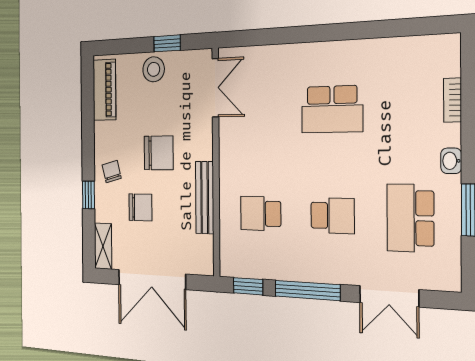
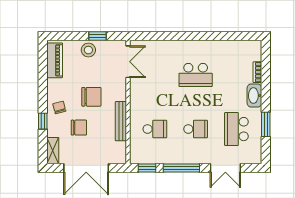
washbasin: (451, 161) -> (254, 96), width x1.91, depth x1.45
school desk: (261, 214) -> (155, 129), turned 180

